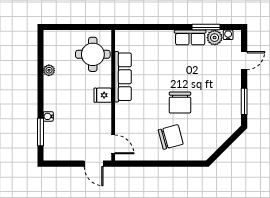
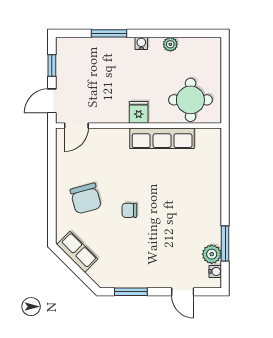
row of seats: (190, 37) -> (77, 252), moved, turned 135
chair: (180, 103) -> (129, 210), width x0.54, depth x0.54
water cooler: (48, 116) -> (141, 43), moved
window: (40, 132) -> (109, 33), moved
window: (66, 164) -> (52, 66), added

